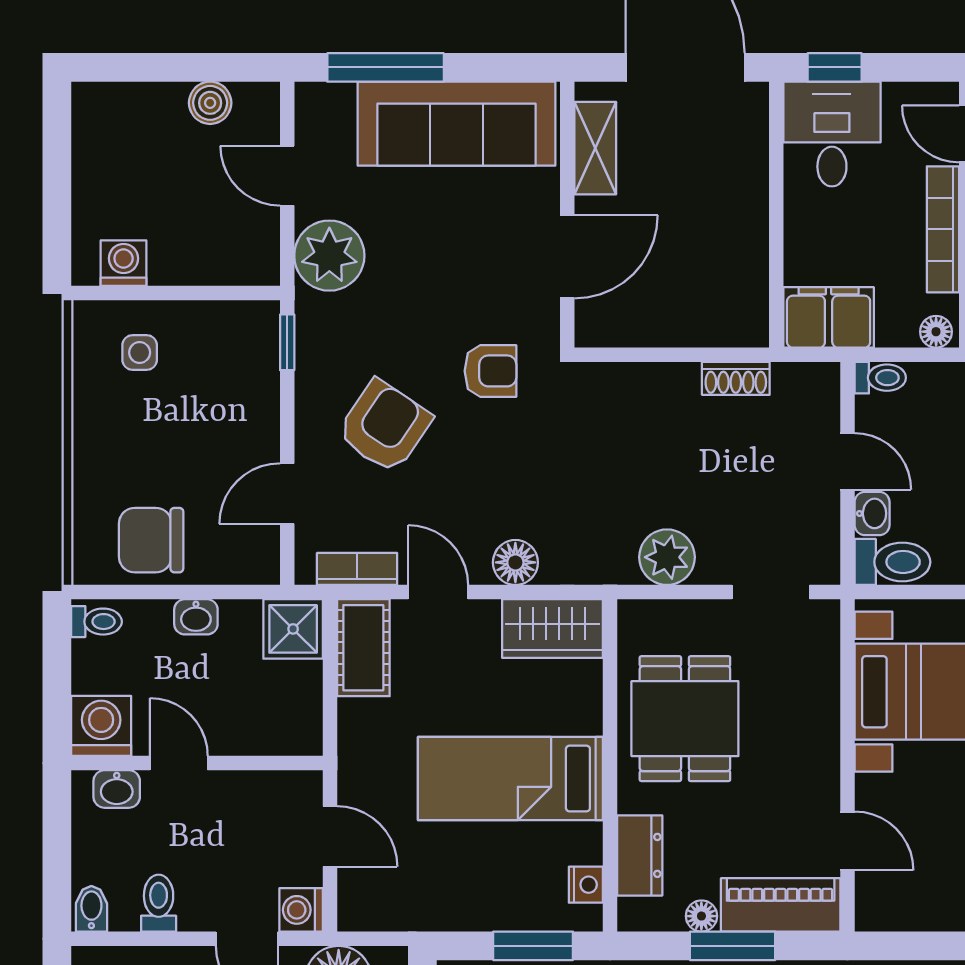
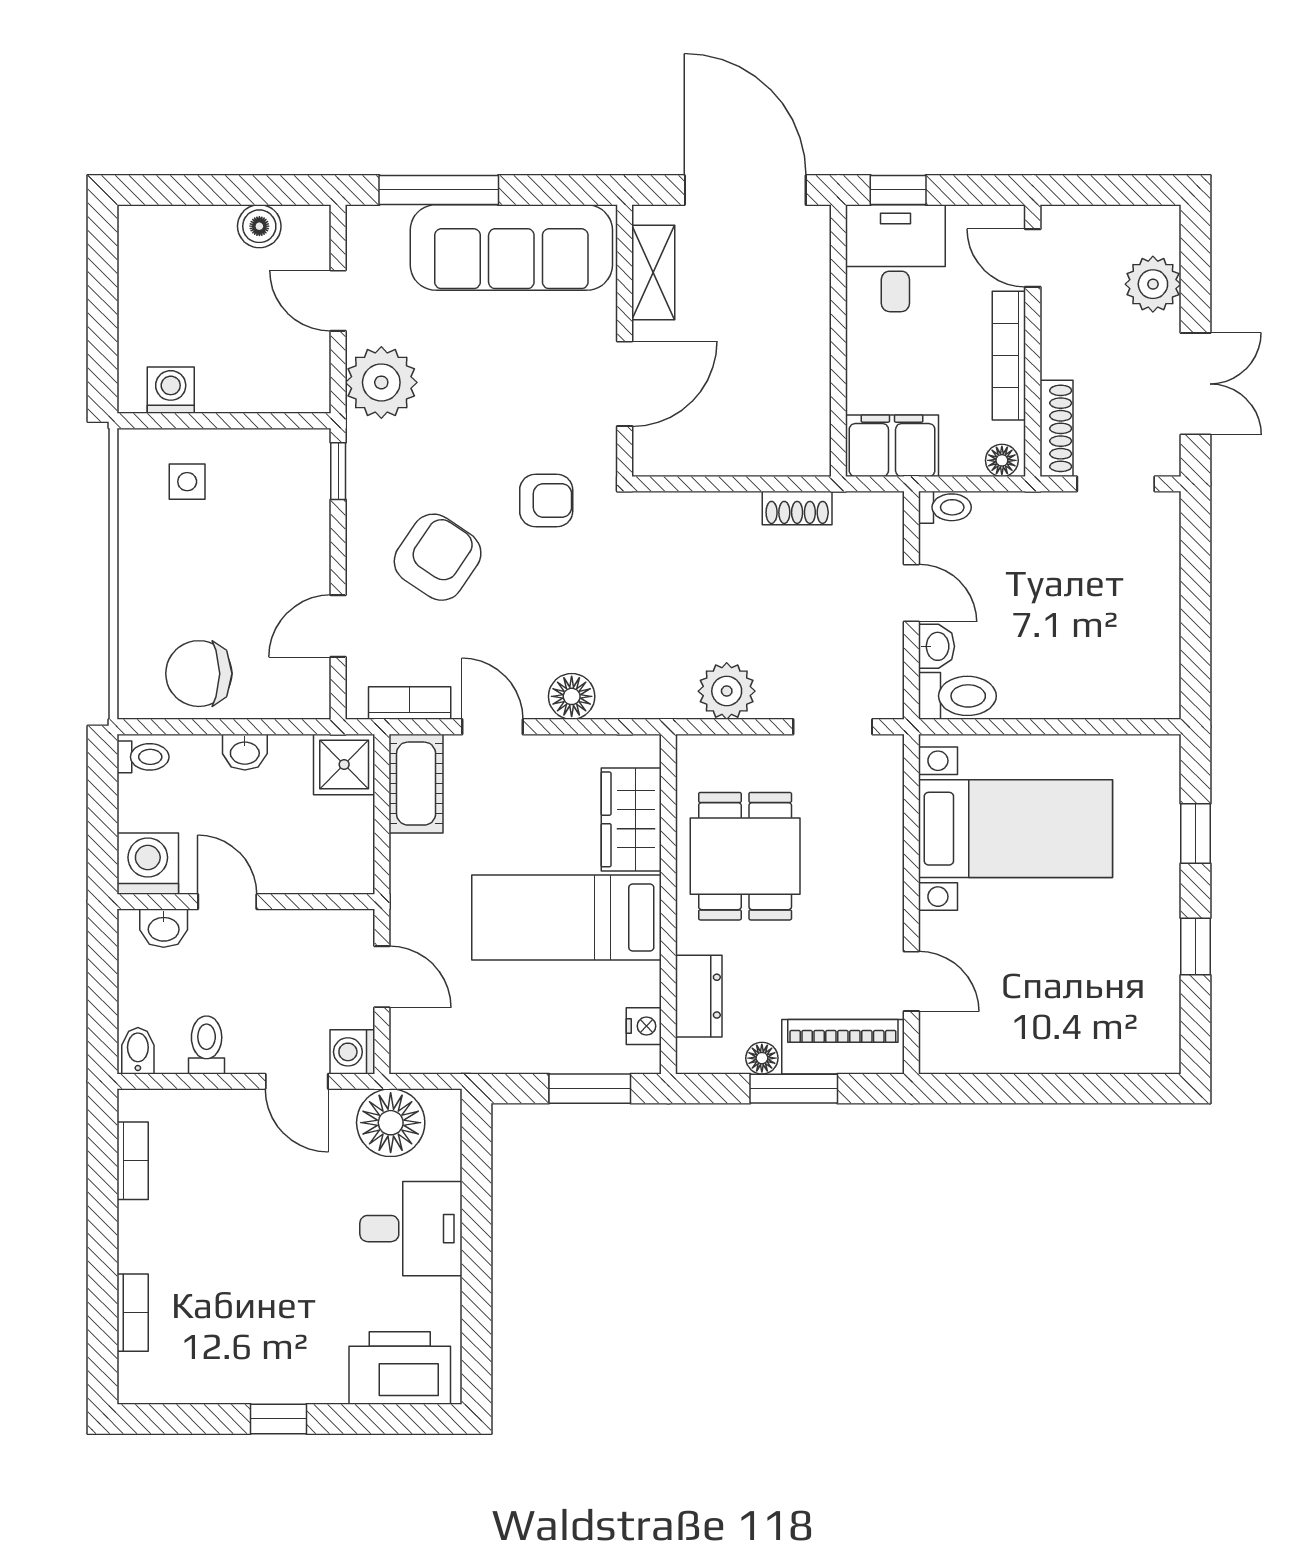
wardrobe: (552, 629) -> (631, 819), moved, turned 90

